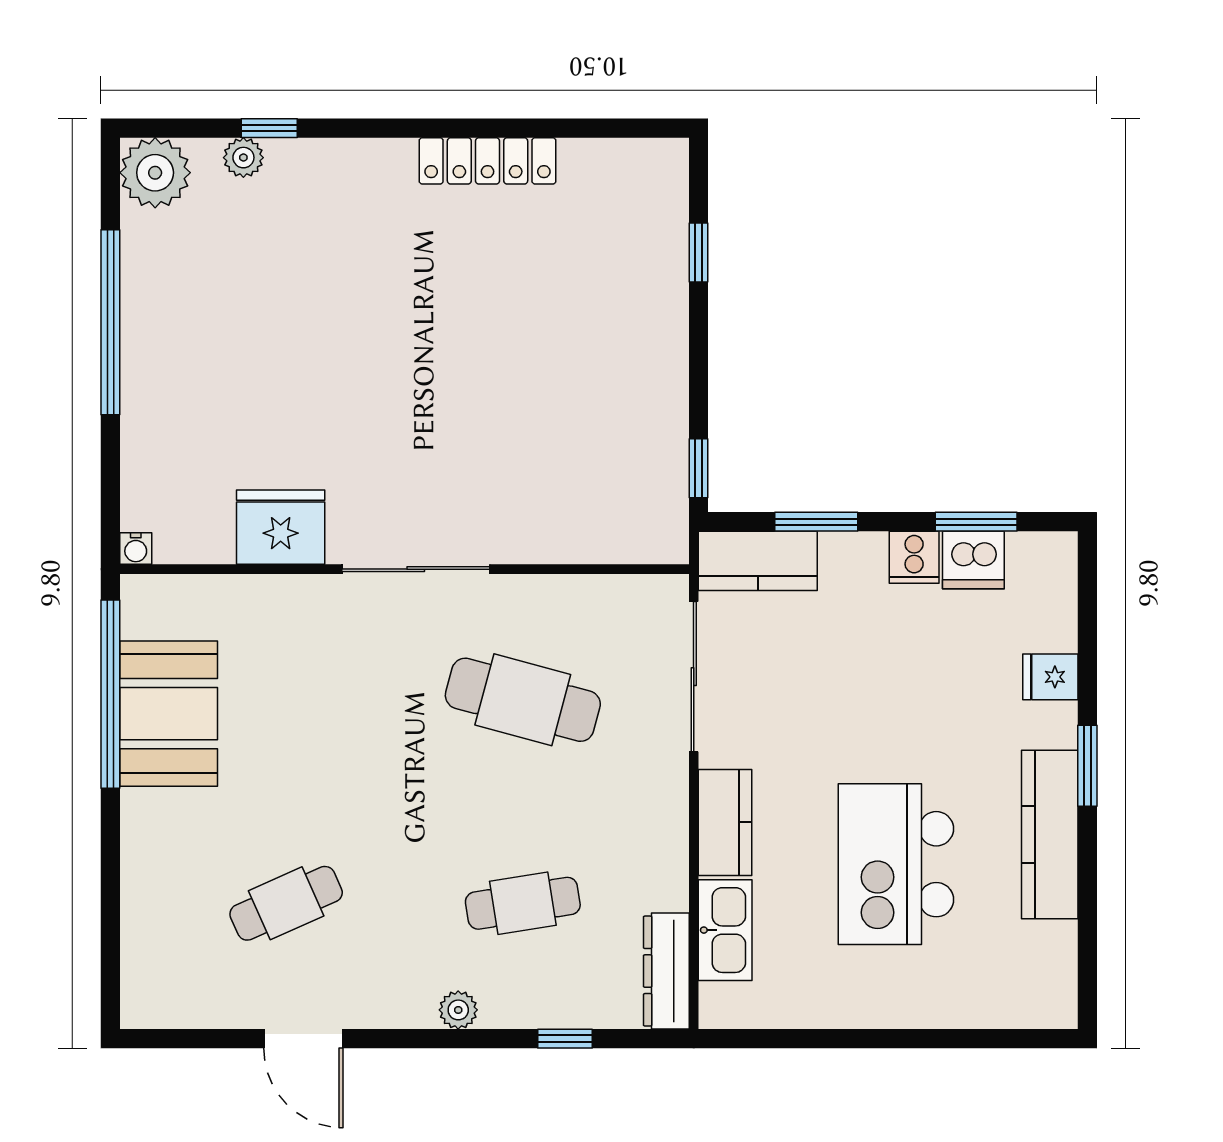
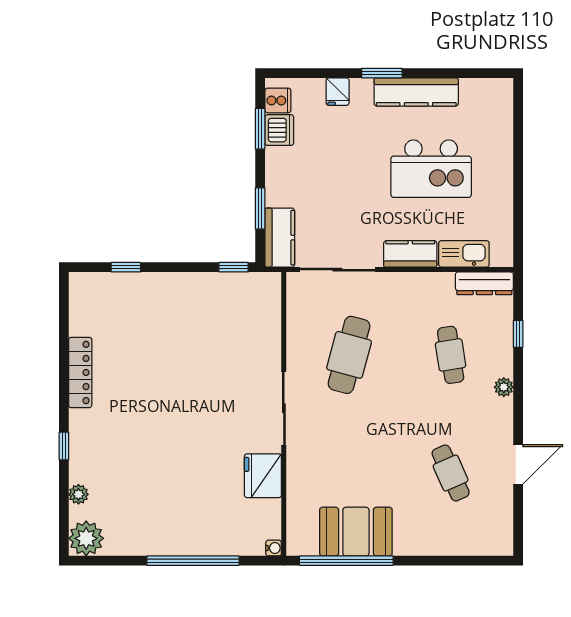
window: (269, 128) -> (64, 446), moved
window: (110, 322) -> (193, 561), moved
cooker: (914, 557) -> (278, 100), moved

